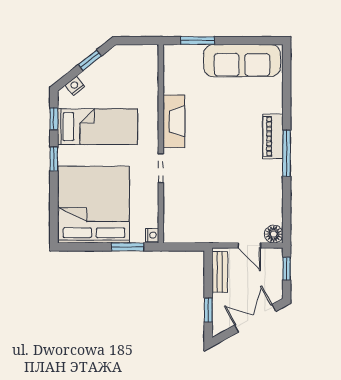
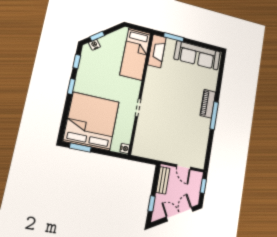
window: (90, 60) -> (97, 36), moved
fireplace: (174, 121) -> (157, 51), moved
bed: (98, 127) -> (135, 54), moved, turned 90
floor lamp: (274, 234) -> (199, 163), removed
window: (127, 247) -> (80, 147), moved

